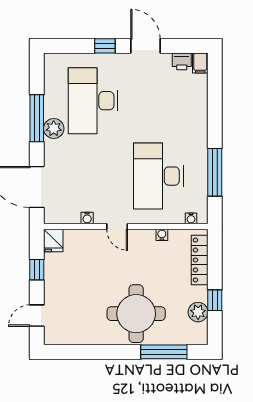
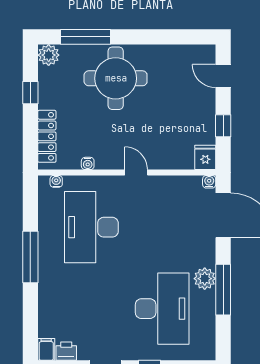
window: (215, 172) -> (30, 257), moved
desk: (158, 176) -> (91, 227), turned 180
water cooler: (87, 218) -> (209, 182), moved
plant: (198, 312) -> (49, 55), moved
door: (37, 316) -> (223, 76), swing flipped

